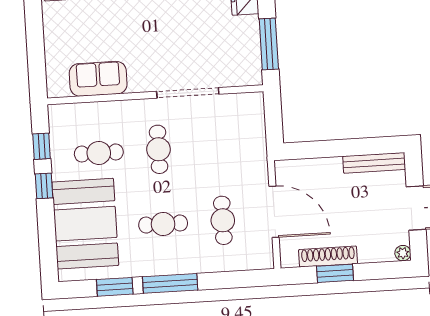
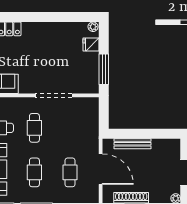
bench: (374, 163) -> (132, 144), moved
cafe table: (163, 224) -> (34, 172), turned 90

